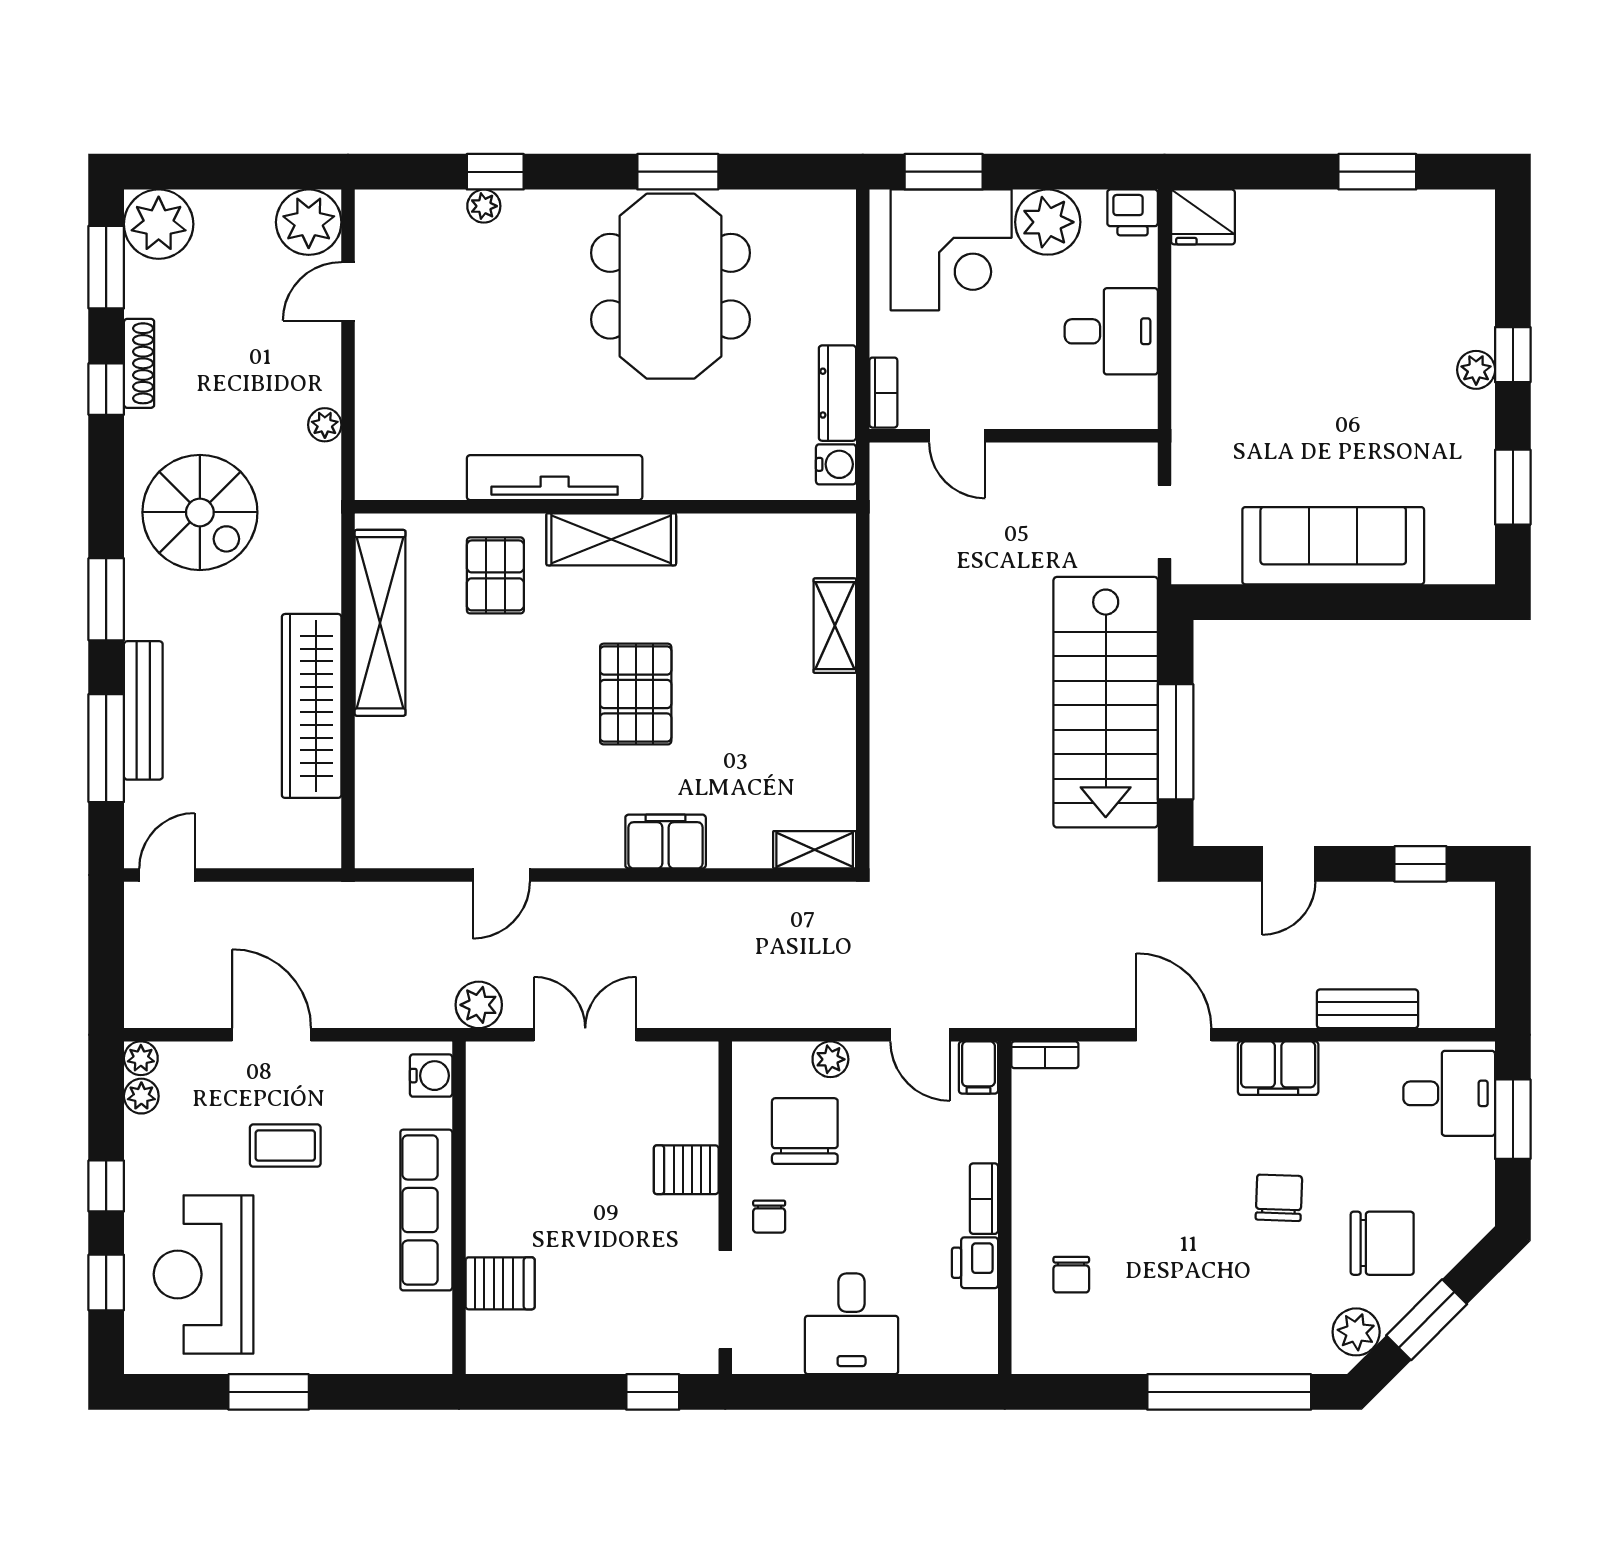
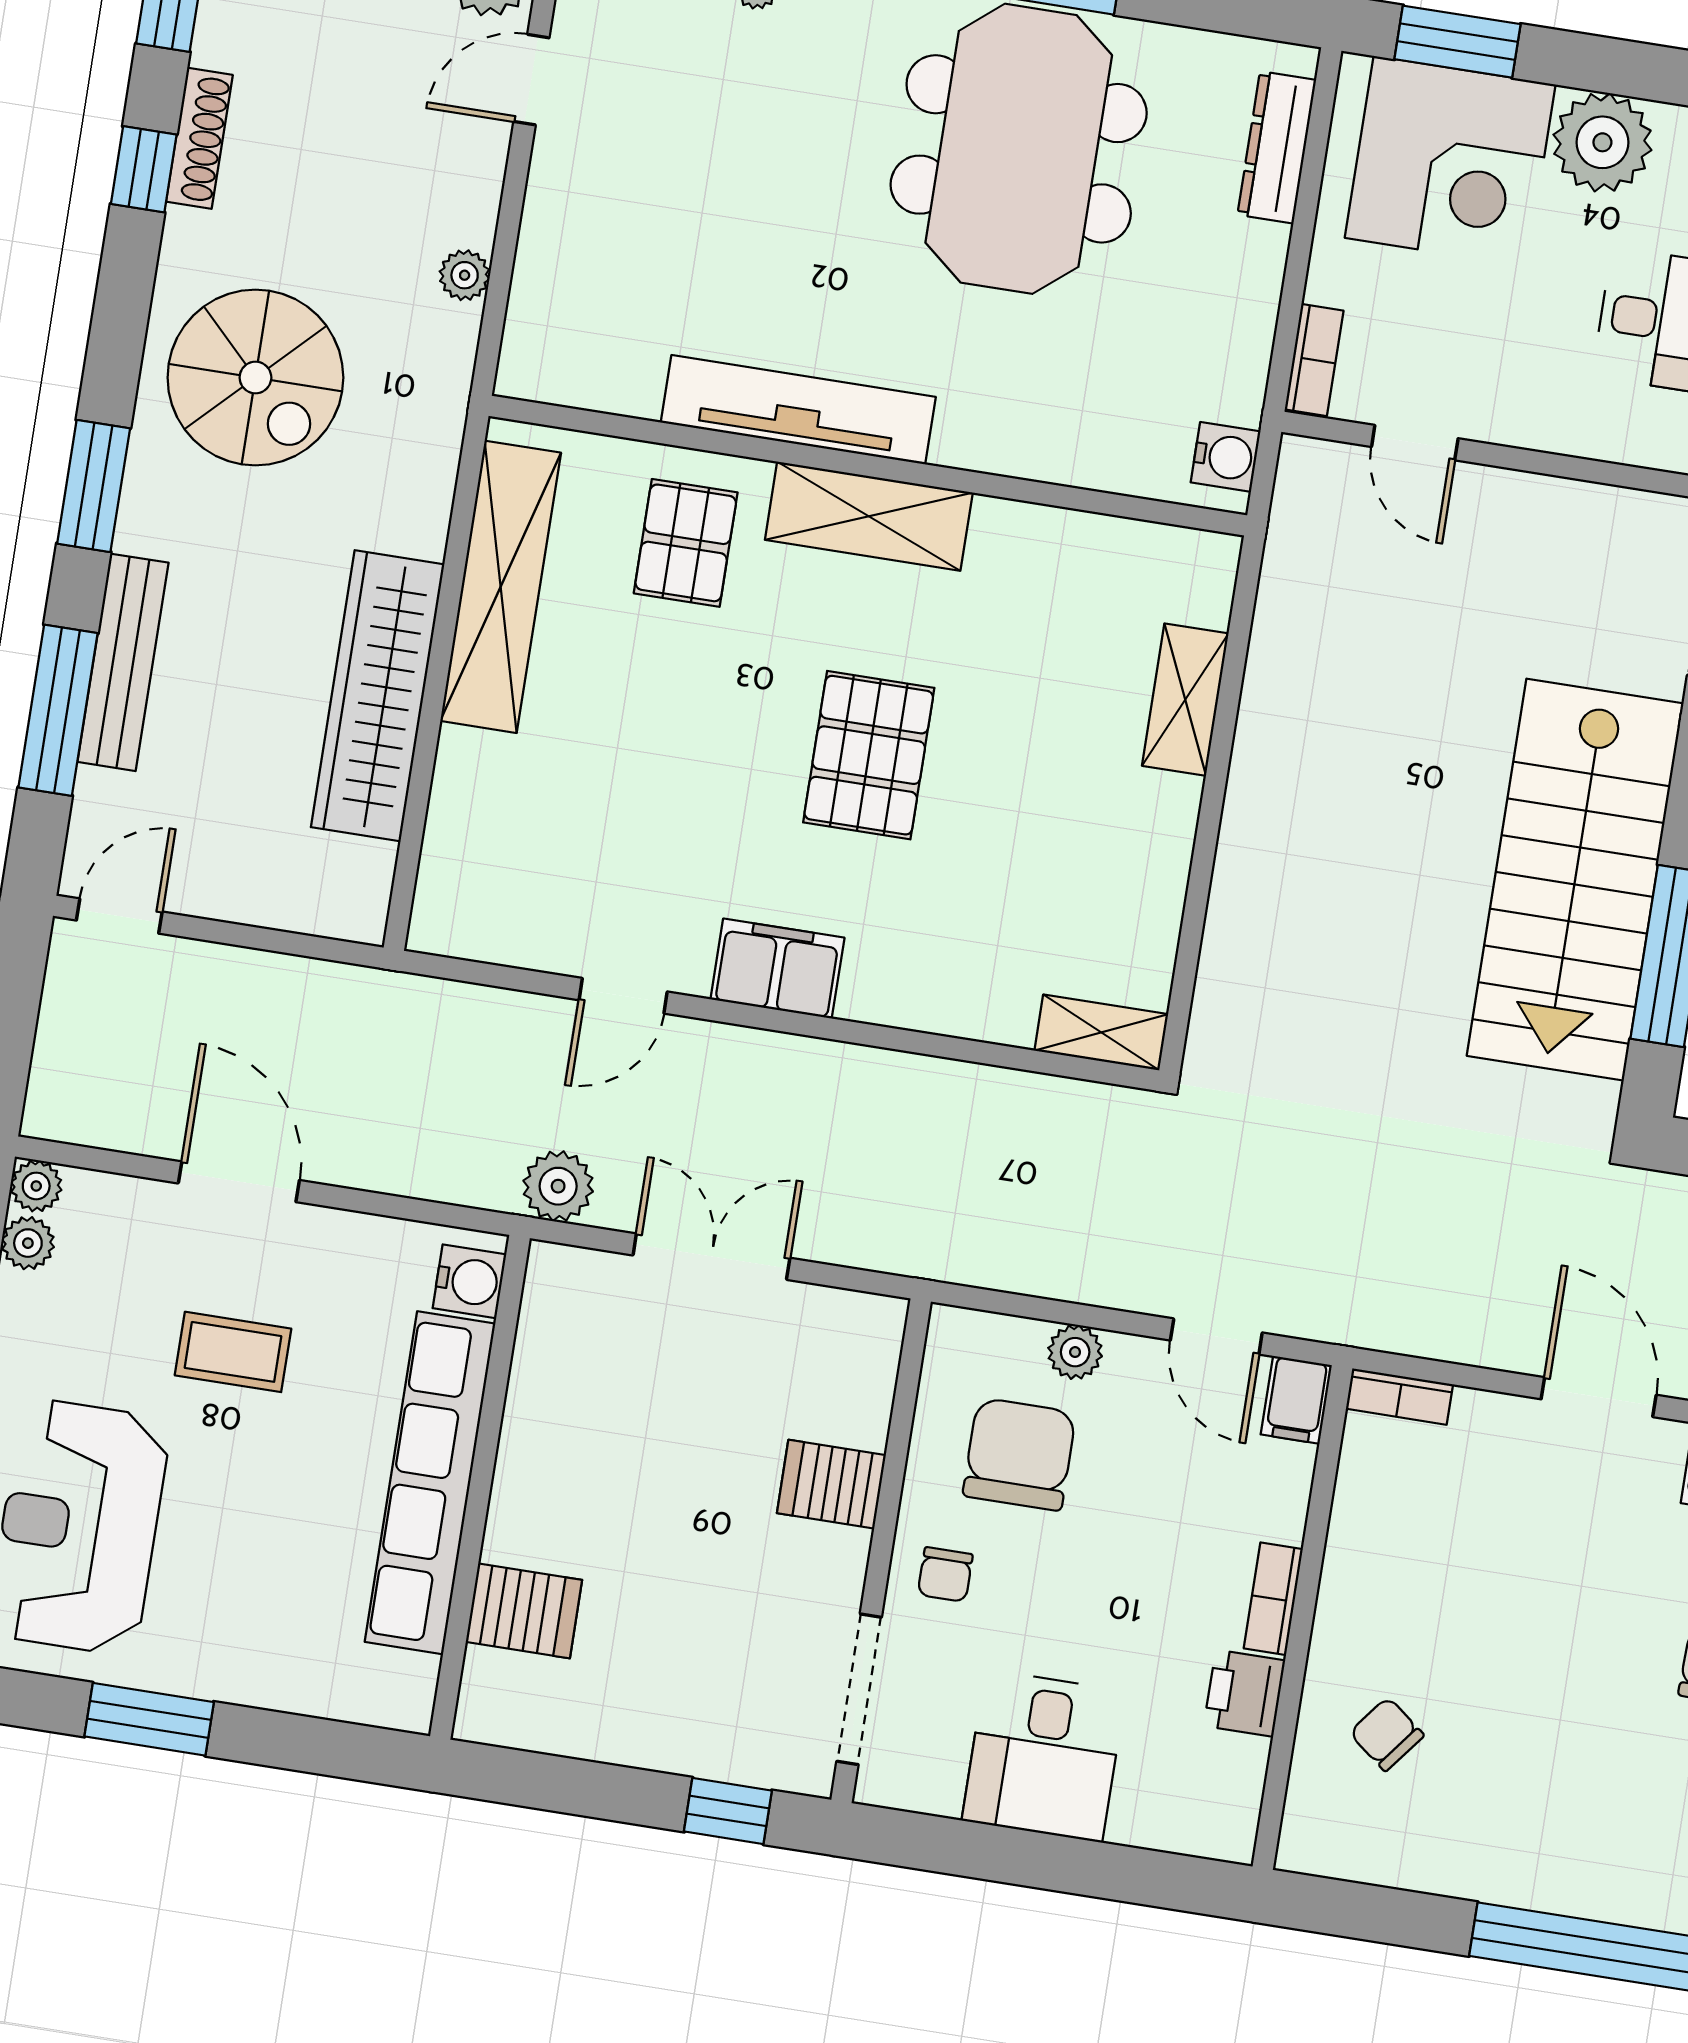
dresser: (837, 393) -> (1277, 147), moved
filing cabinet: (666, 842) -> (777, 969), moved
row of seats: (426, 1210) -> (430, 1483), width x1.36
chair: (1071, 1275) -> (1387, 1734), turned 128

